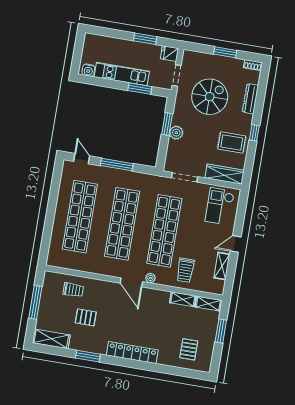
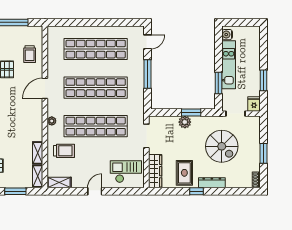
dresser: (250, 99) -> (212, 183), moved
door: (235, 244) -> (95, 191), hinge flipped
shelving: (222, 266) -> (59, 183), moved
trolley: (185, 270) -> (64, 151), turned 180
door: (131, 282) -> (45, 88), moved

